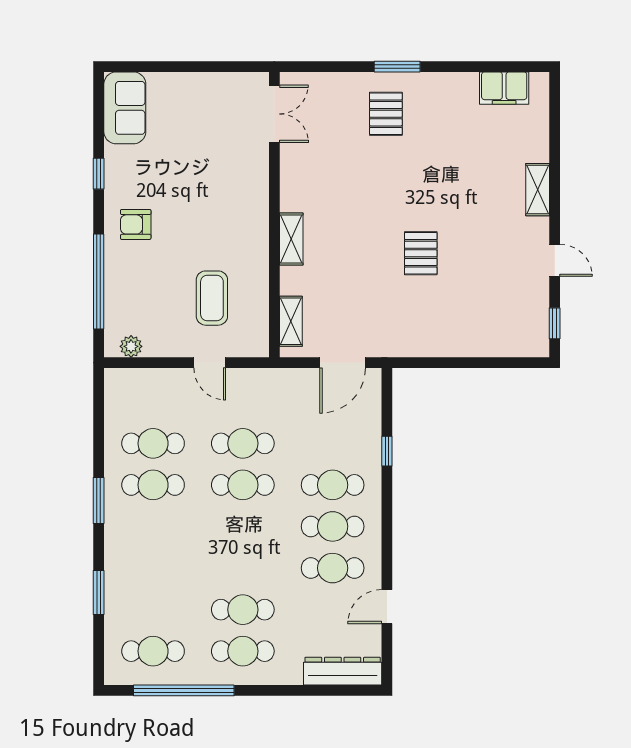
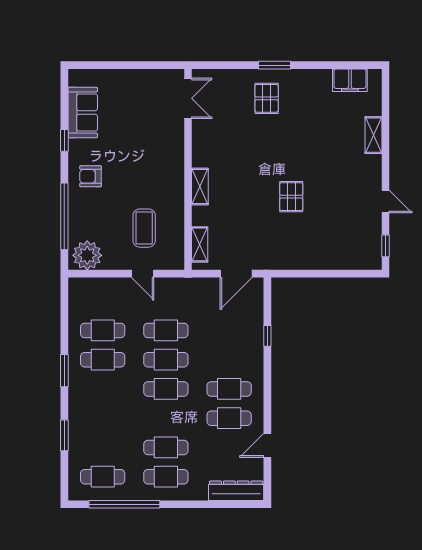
sofa: (125, 108) -> (83, 112), moved
shelving: (538, 190) -> (373, 135), moved
plant: (131, 346) -> (87, 255), width x1.88, depth x1.88
cafe table: (333, 485) -> (166, 389), moved

